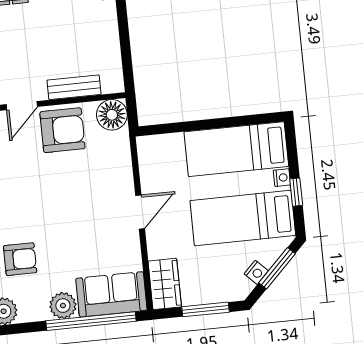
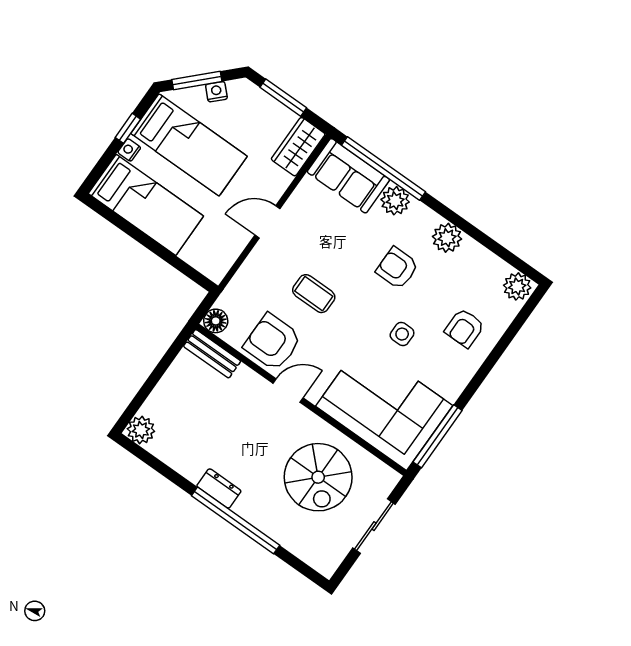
bench: (74, 87) -> (212, 354), moved
floor lamp: (112, 115) -> (216, 321), width x0.73, depth x0.73
coffee table: (63, 190) -> (314, 294), added

